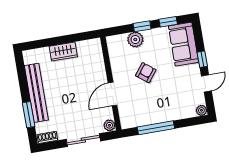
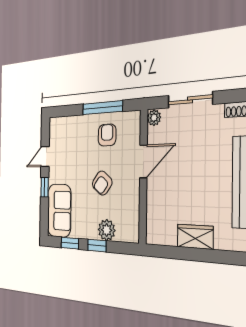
armchair: (148, 108) -> (107, 135), added
plant: (201, 110) -> (54, 124), removed

